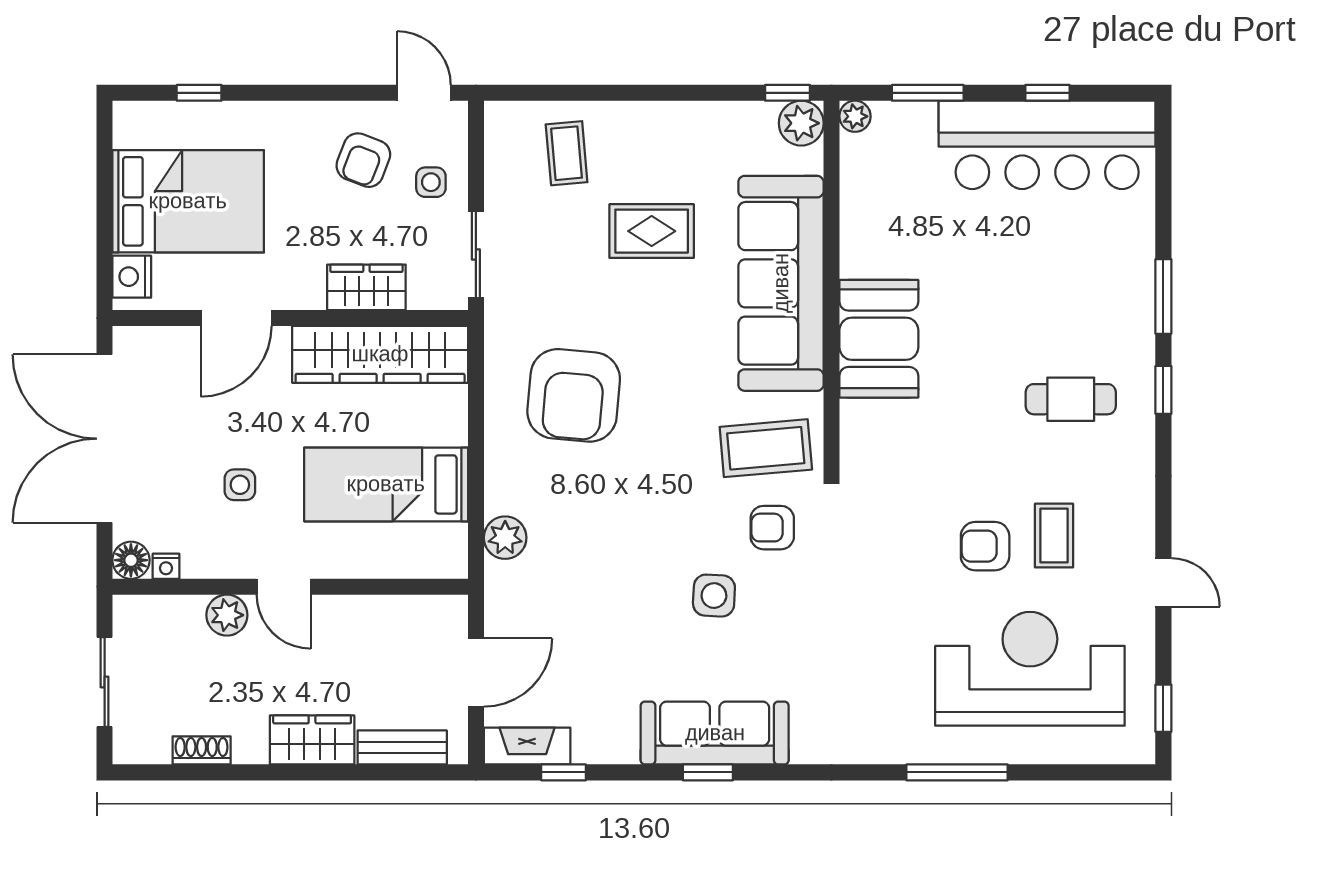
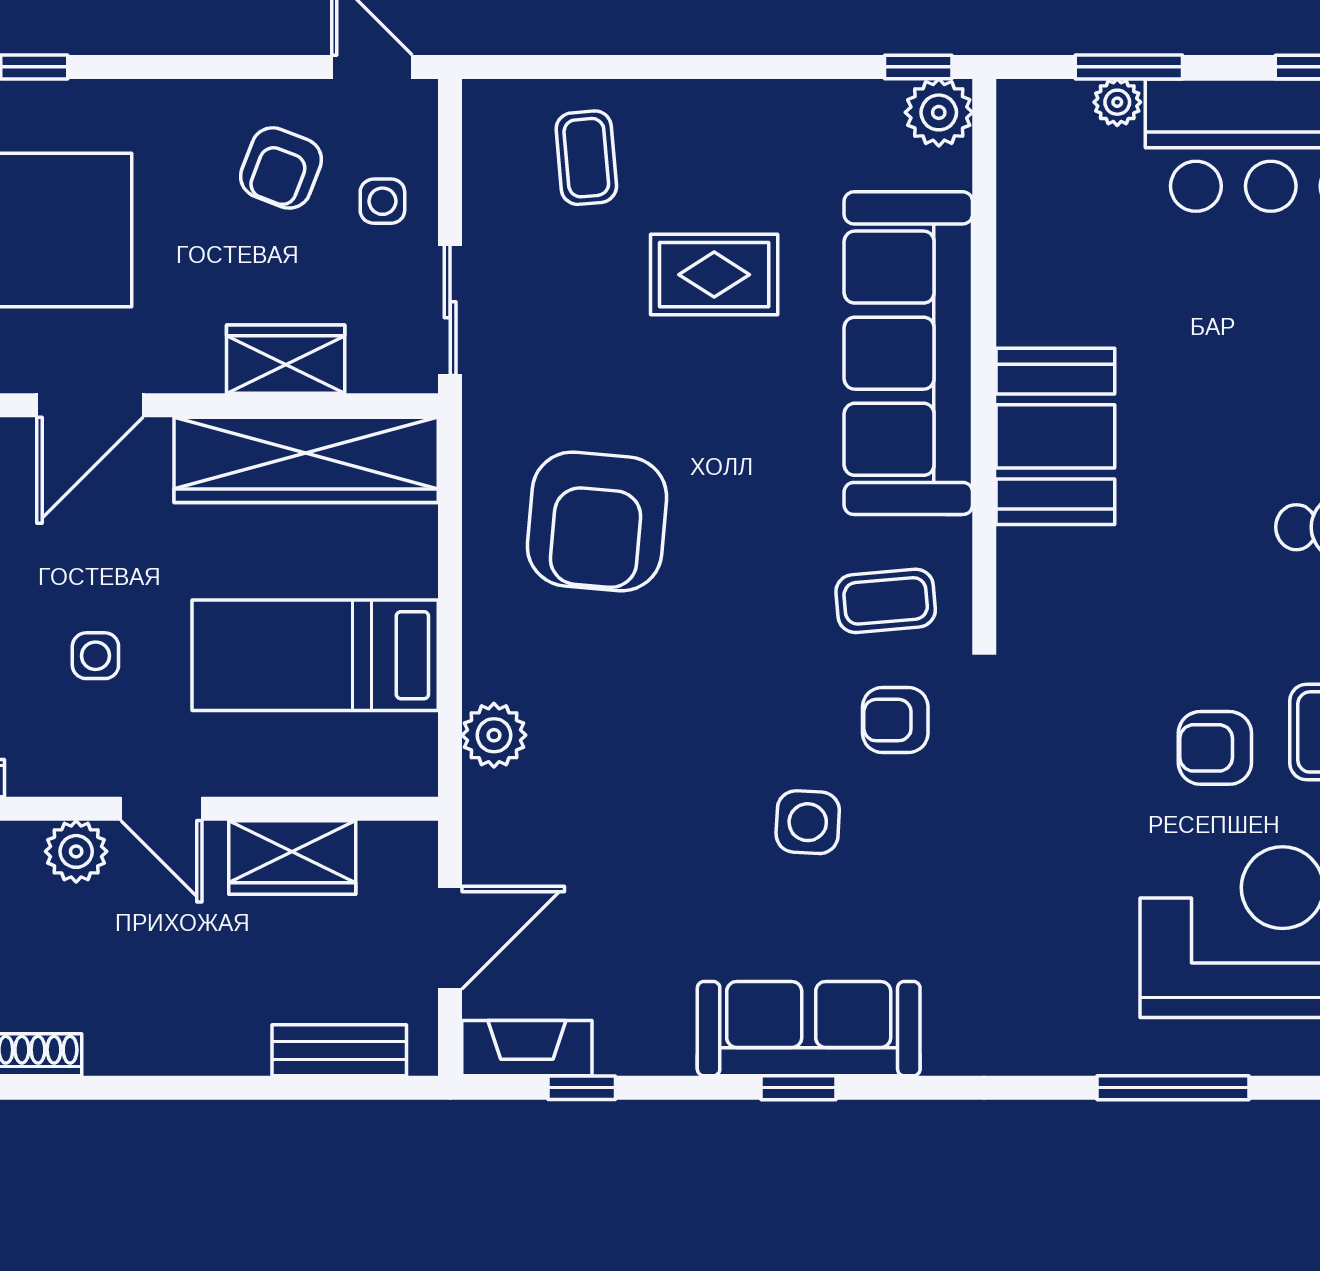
plant: (855, 116) -> (1117, 102), moved
coffee table: (766, 448) -> (886, 601), width x0.73, depth x0.77
wardrobe: (312, 740) -> (292, 858), moved, turned 180

